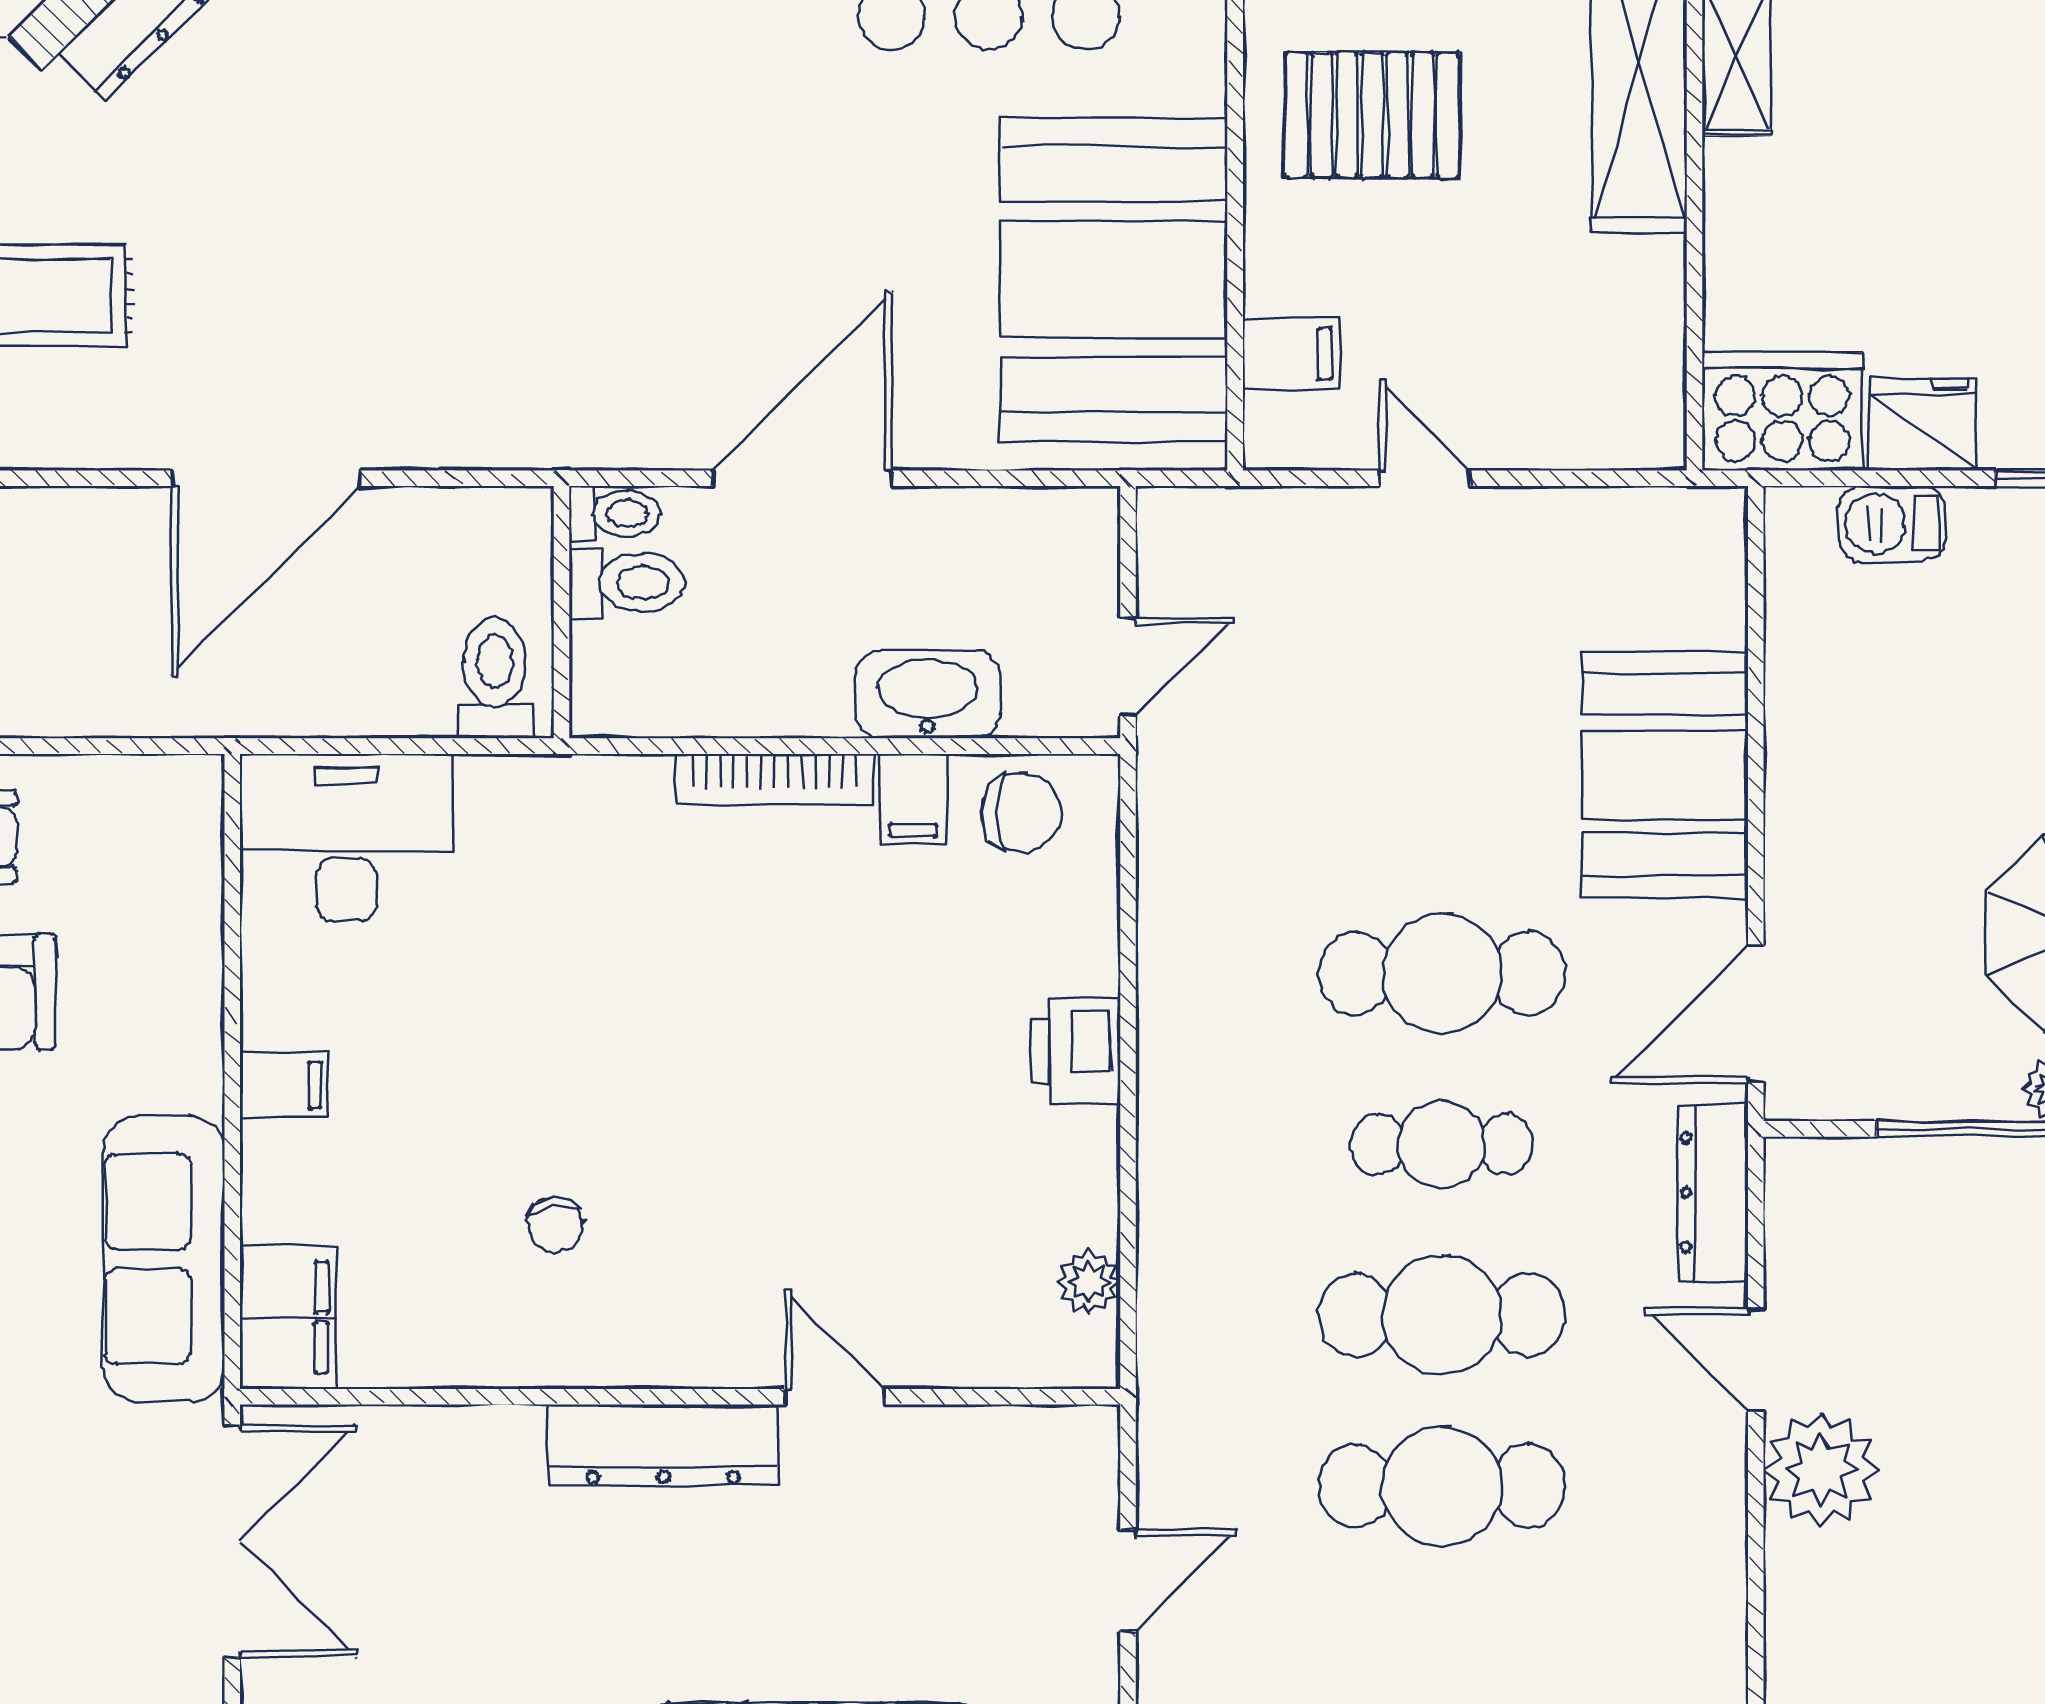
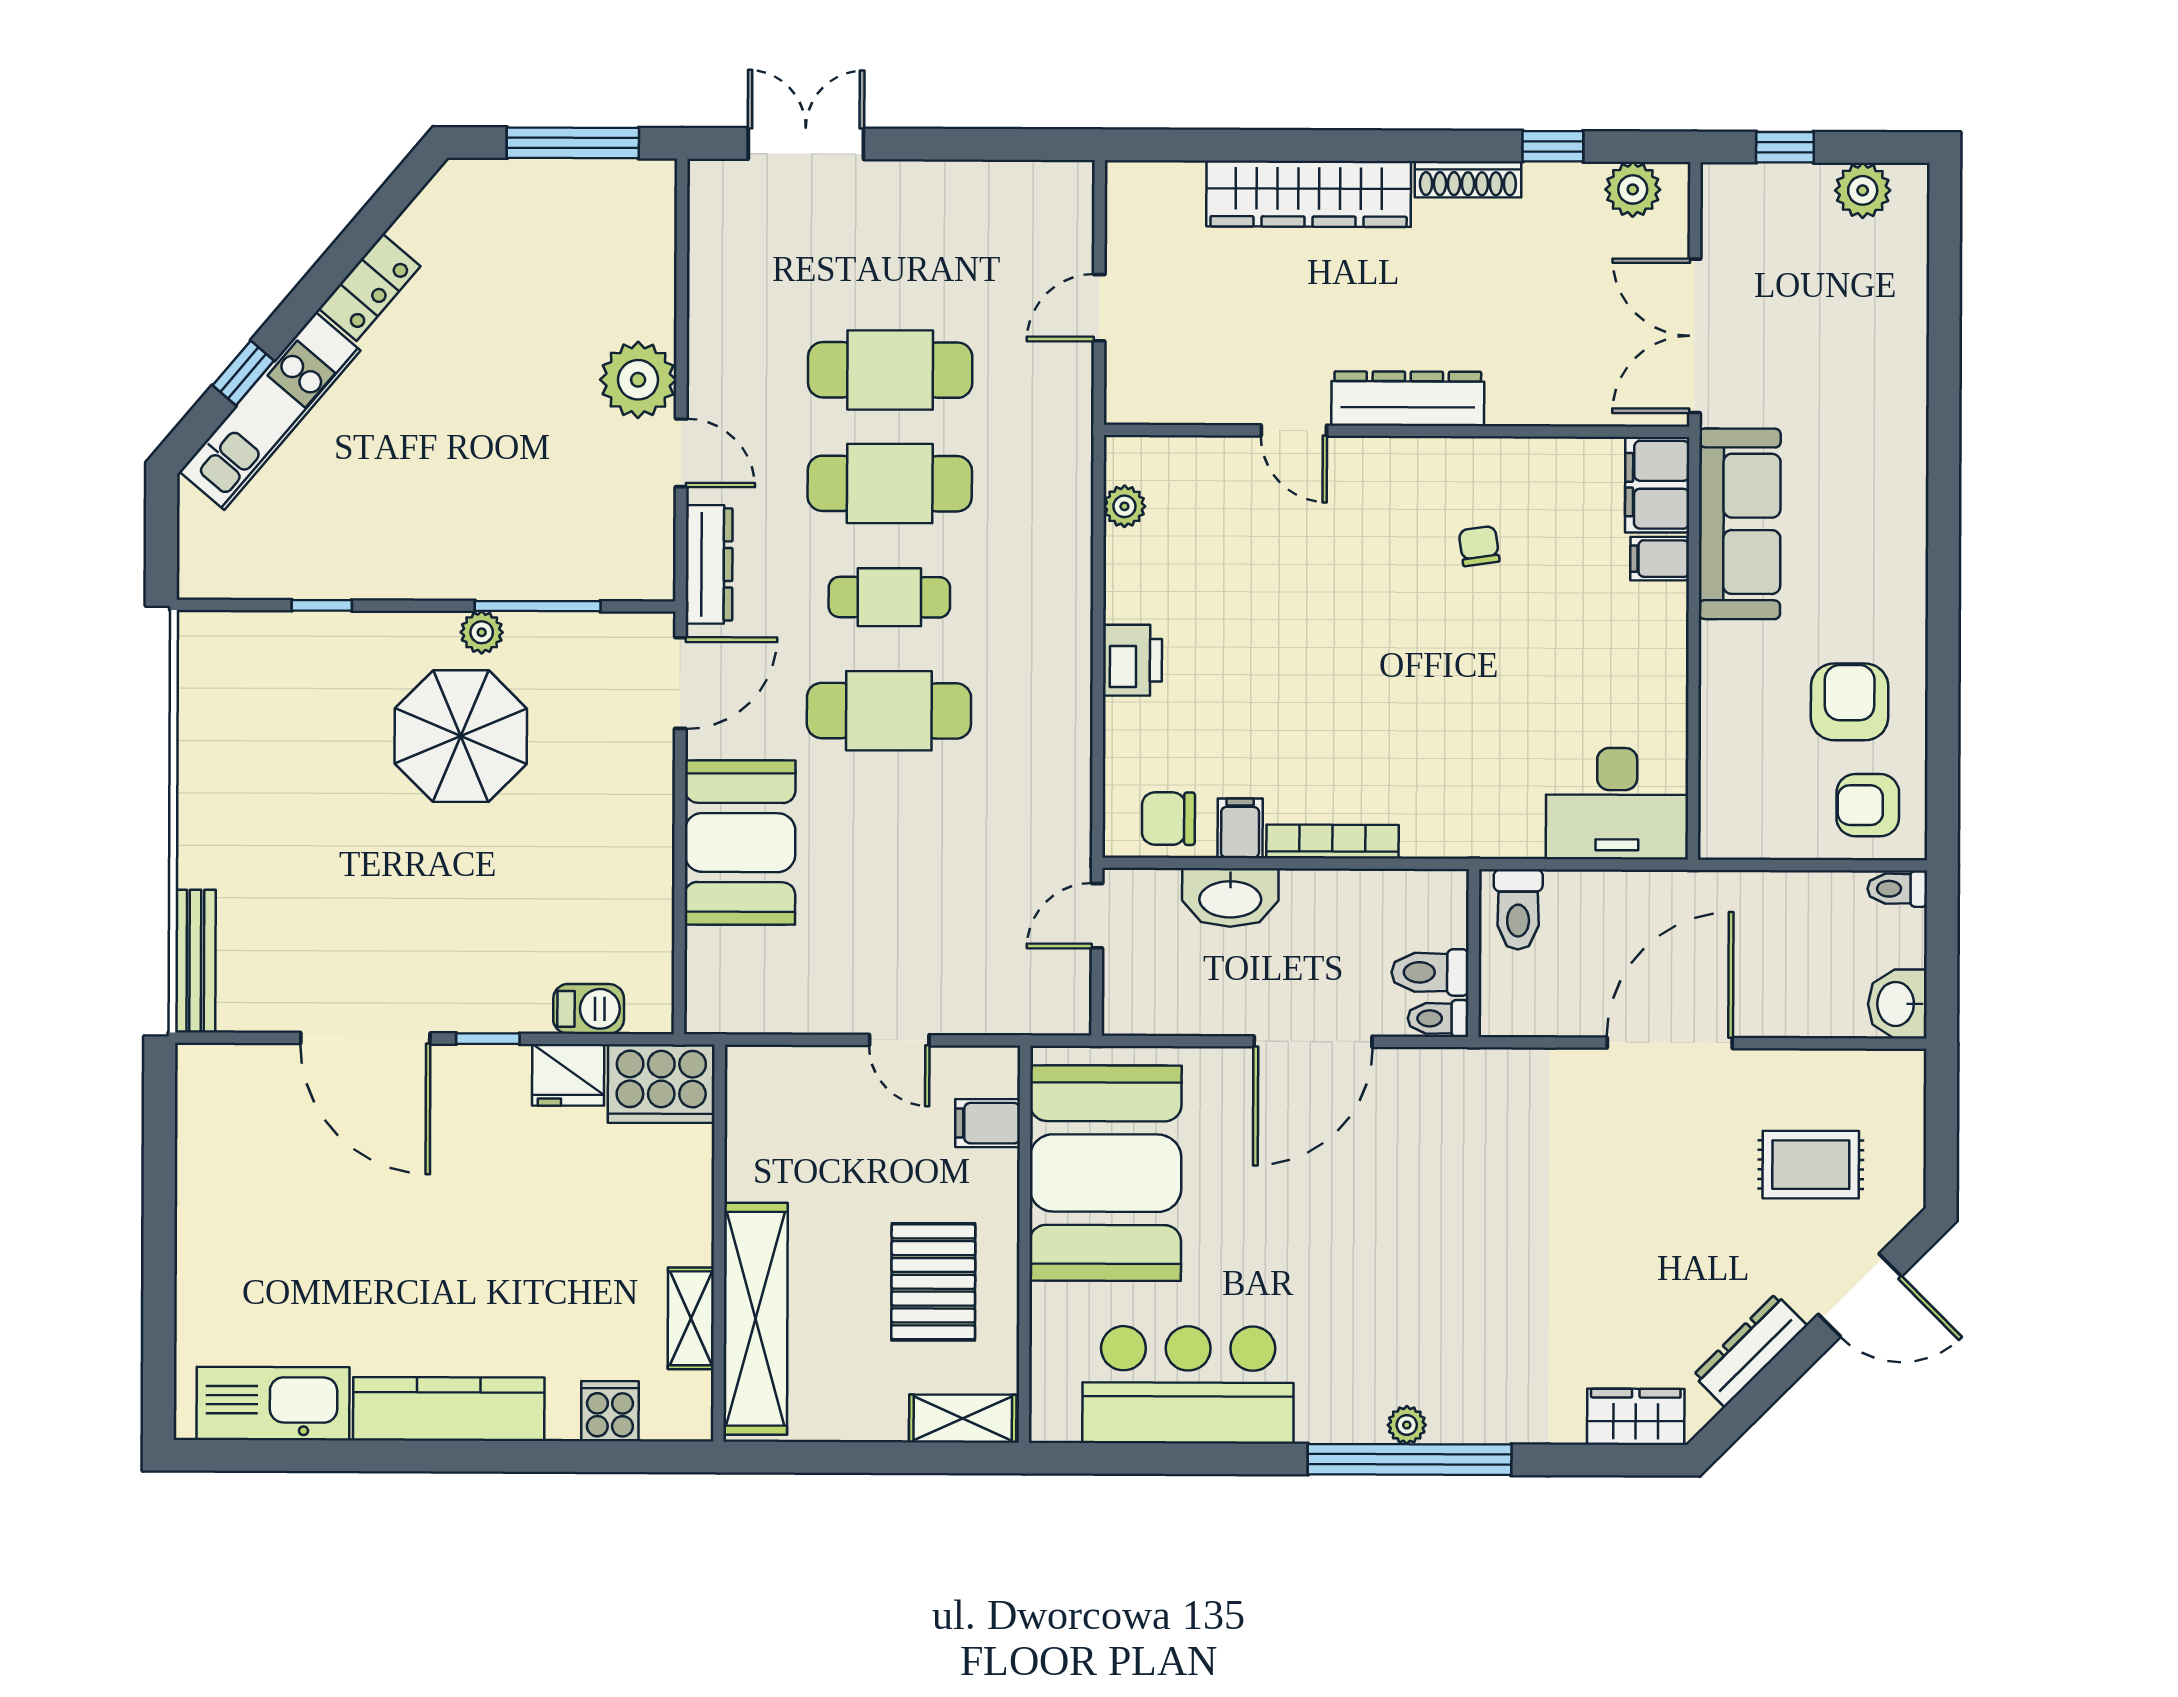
pallet: (1372, 115) -> (933, 1282), turned 90
filing cabinet: (284, 1085) -> (1660, 559), moved

